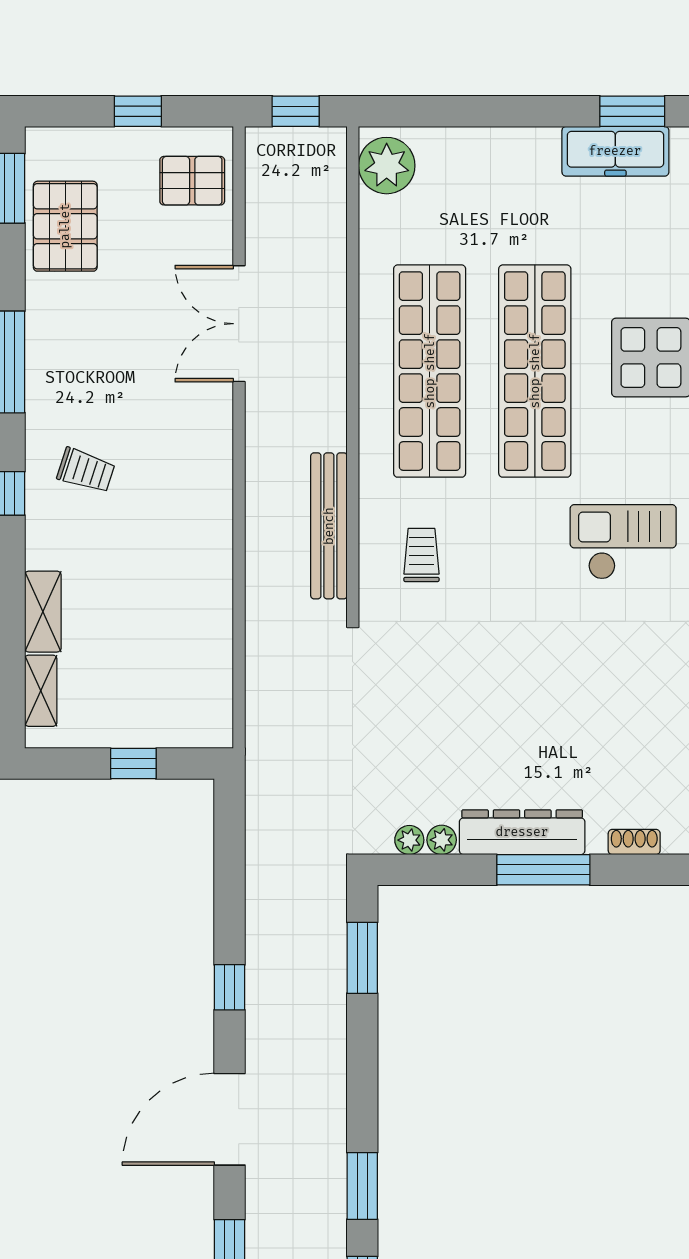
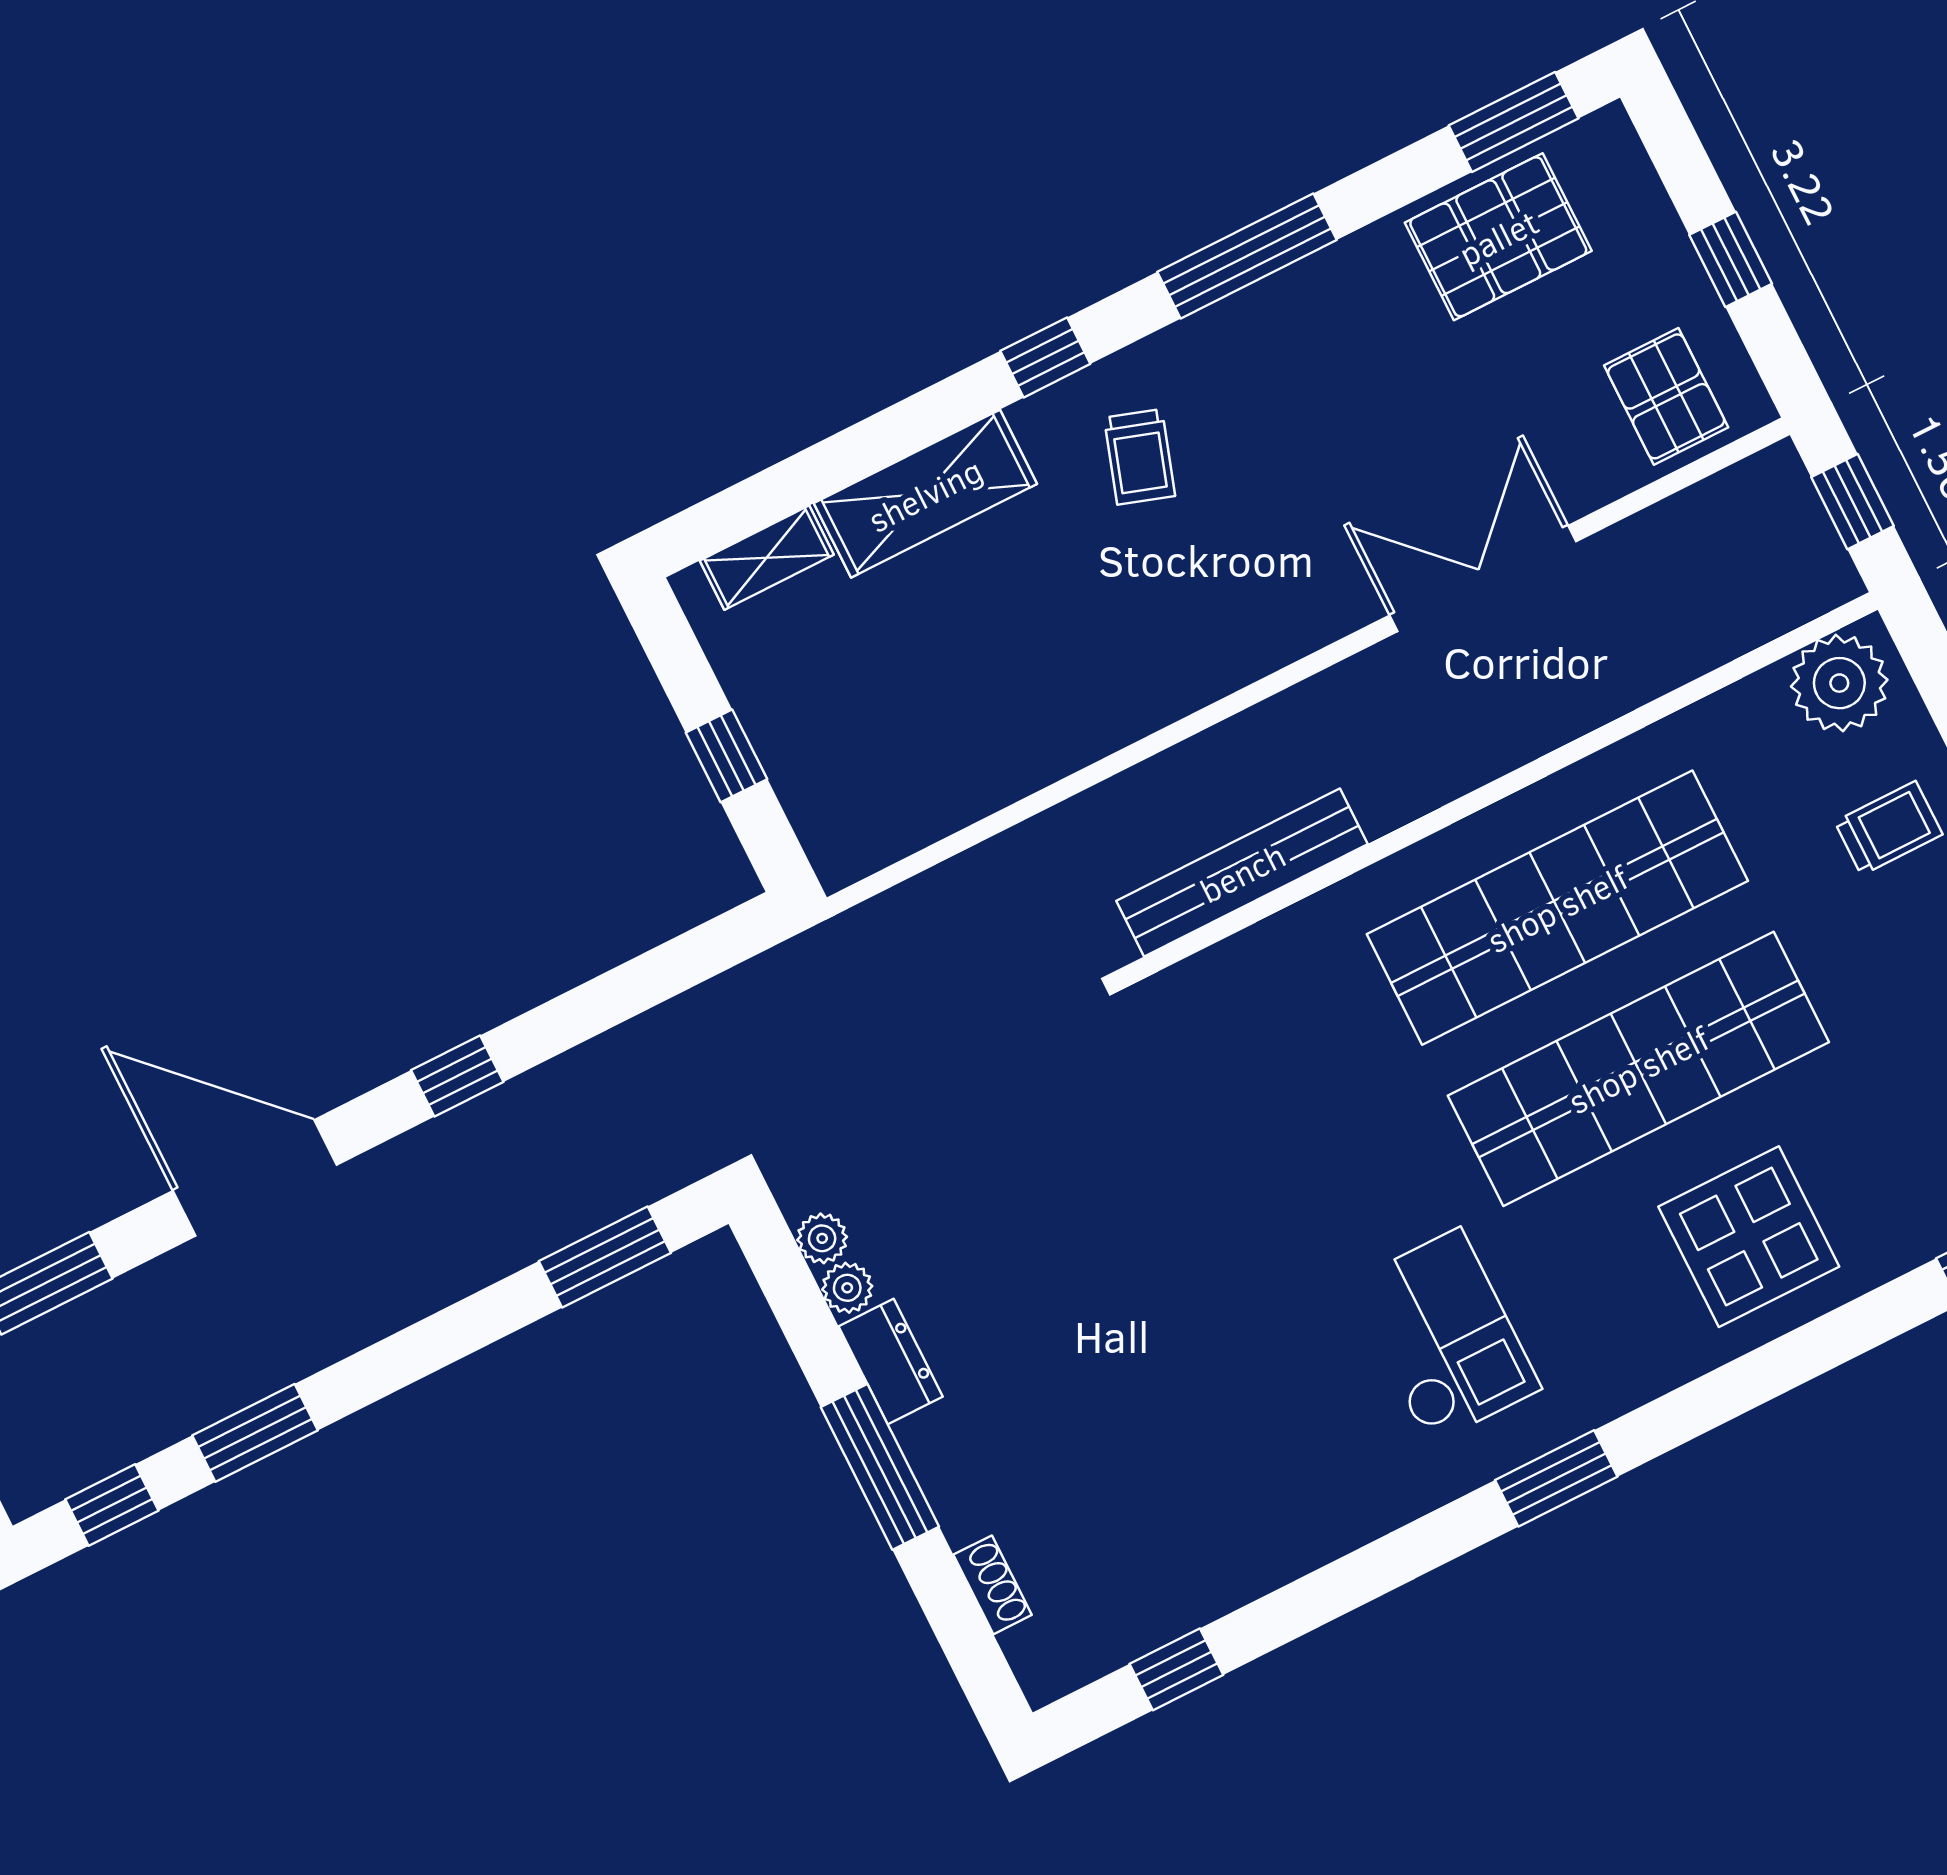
trolley: (421, 555) -> (1889, 828), moved
shelving: (43, 612) -> (925, 494), width x1.50, depth x1.33
dresser: (522, 832) -> (891, 1362), width x0.51, depth x0.80

